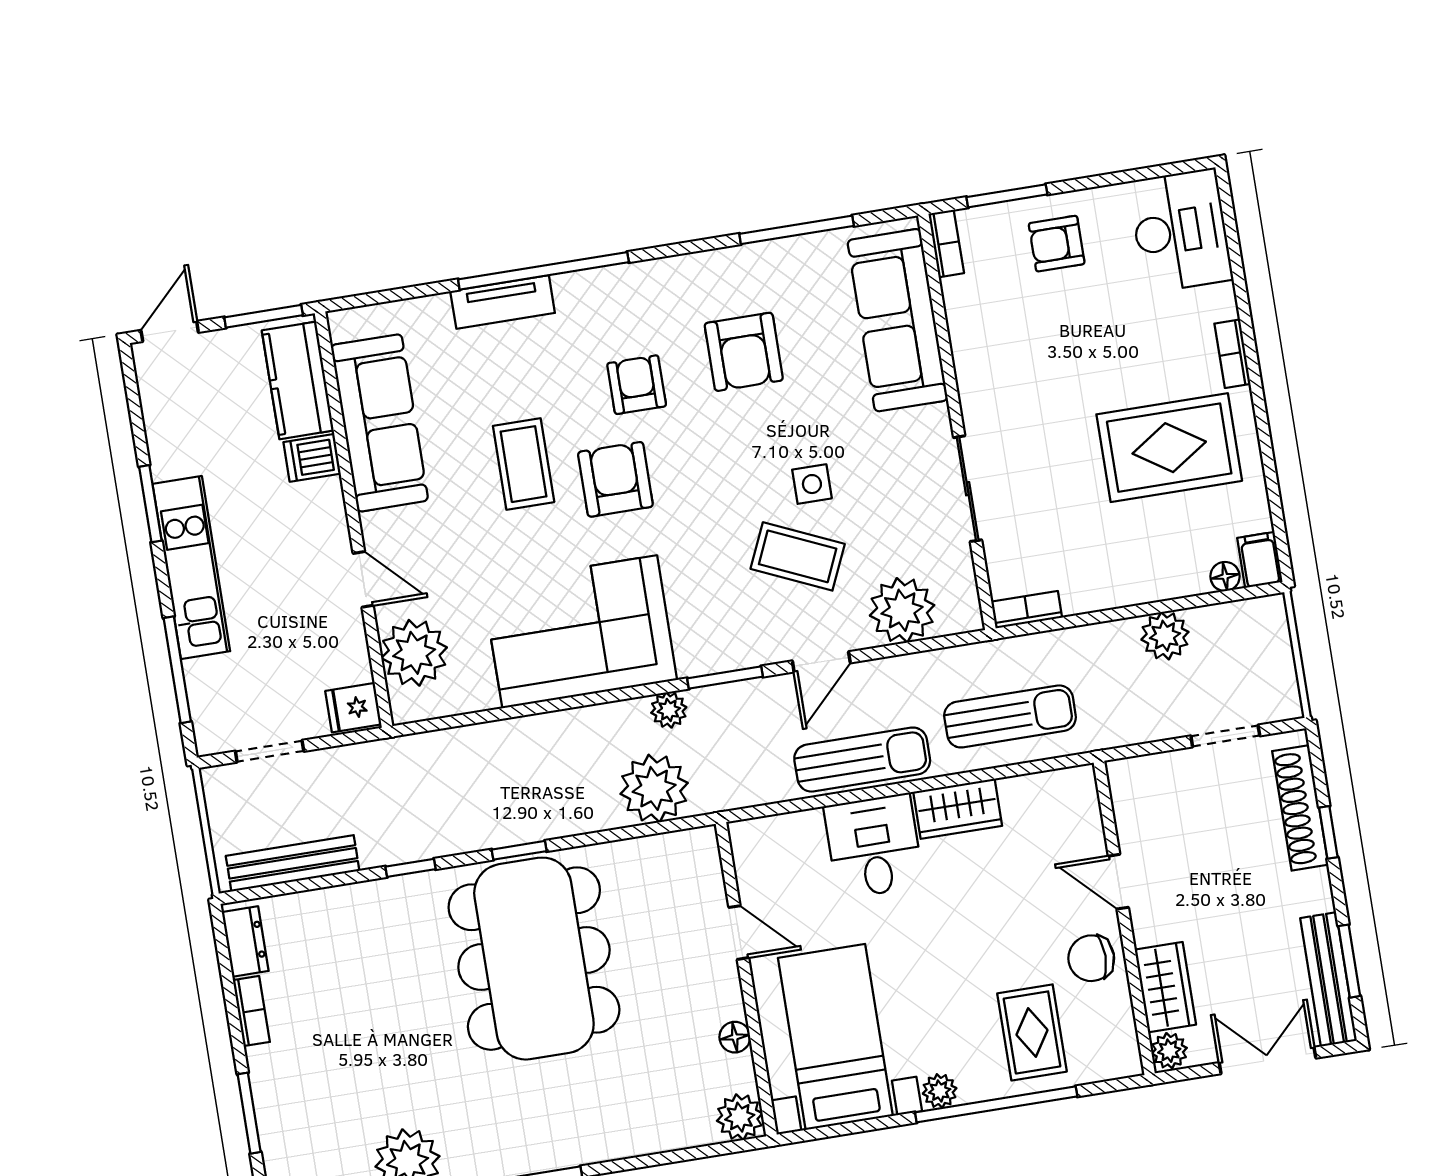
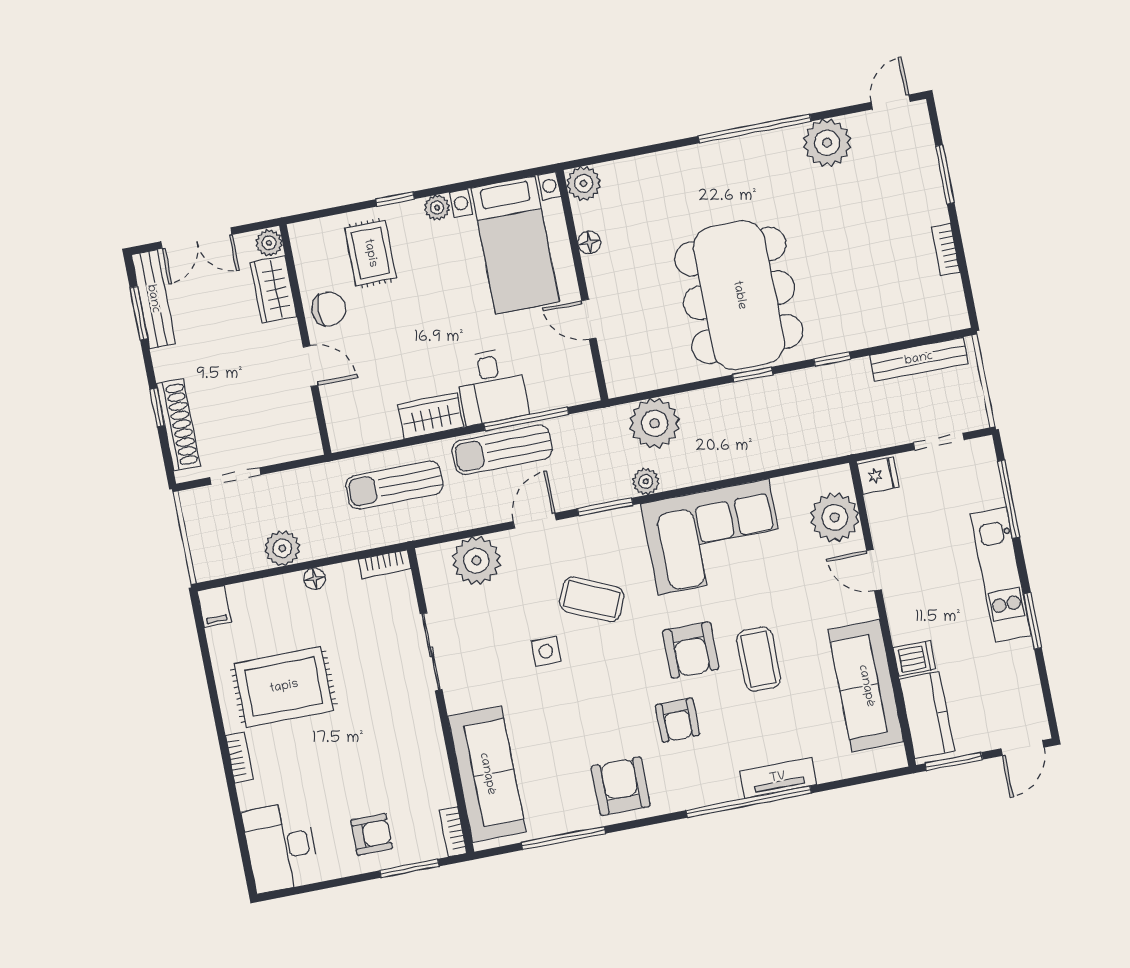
armchair: (744, 352) -> (621, 786), moved
coffee table: (798, 556) -> (592, 599), moved
floor lamp: (1225, 576) -> (315, 579), moved
window: (828, 800) -> (526, 419), added
dresser: (245, 941) -> (952, 301), removed
window: (996, 1104) -> (395, 199), width x0.32

